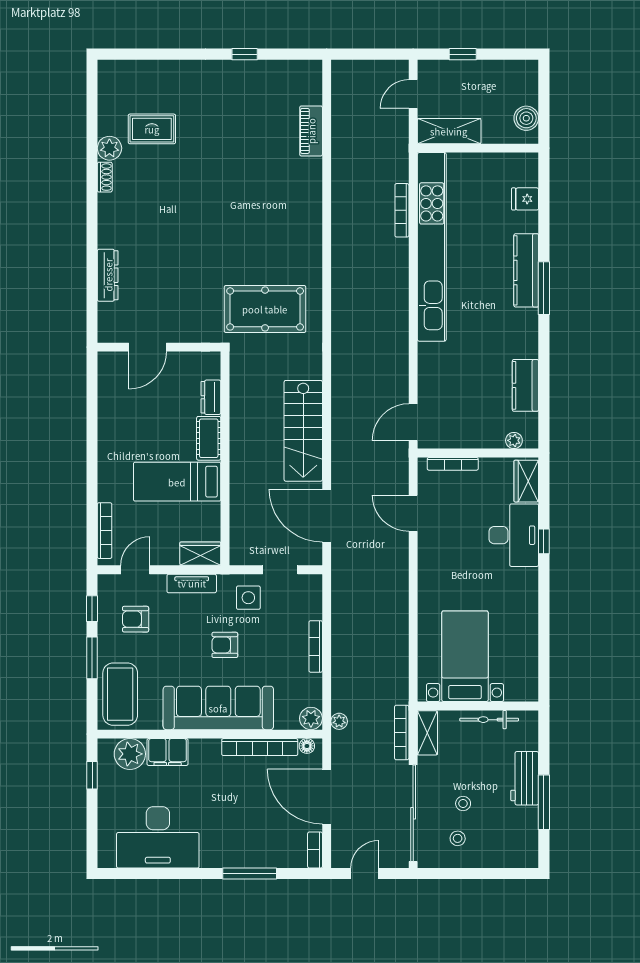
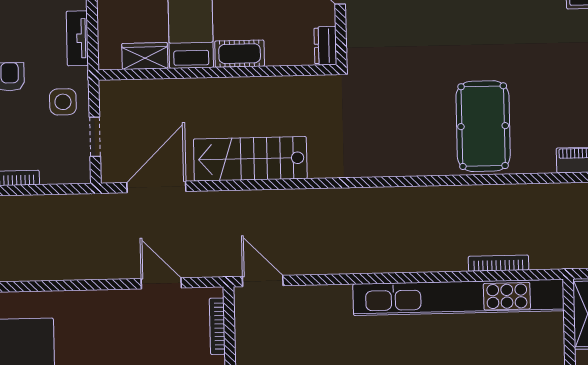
pool table: (265, 309) -> (483, 126), moved
dresser: (211, 397) -> (325, 46), moved, turned -90
door: (413, 513) -> (161, 283), hinge flipped
wardrobe: (200, 554) -> (145, 56), moved, turned -90

